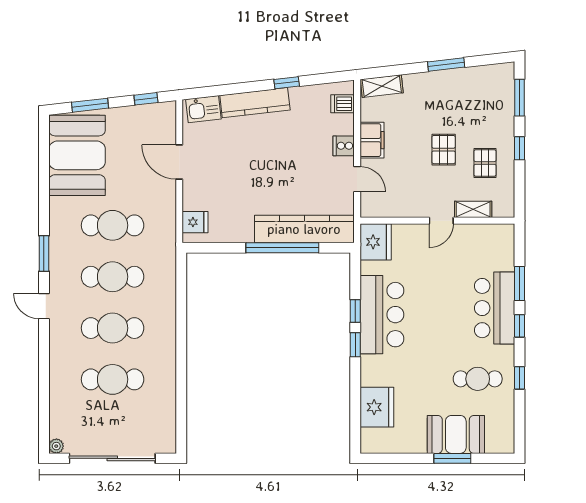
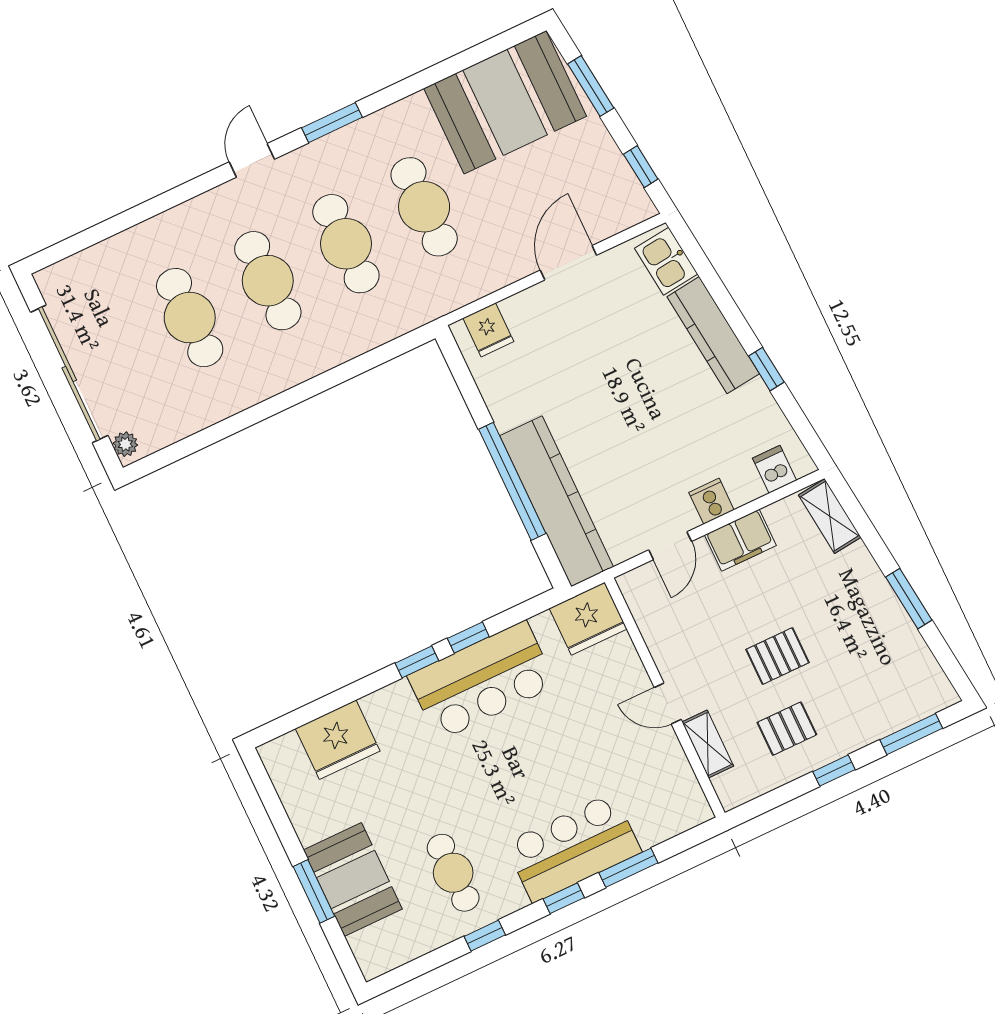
plant: (56, 446) -> (125, 444), moved

